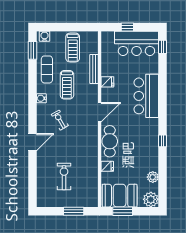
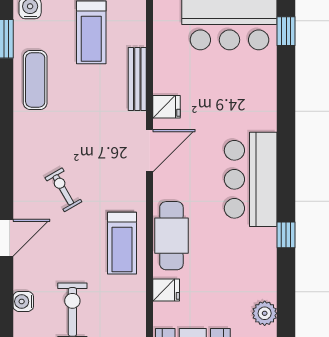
treadmill: (67, 85) -> (122, 243), moved
bar counter: (146, 96) -> (251, 179), moved
water cooler: (41, 98) -> (23, 301), moved
door: (100, 112) -> (150, 151), moved

